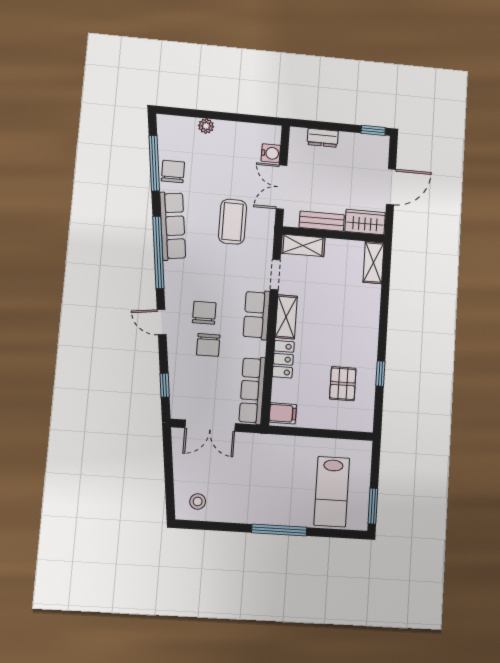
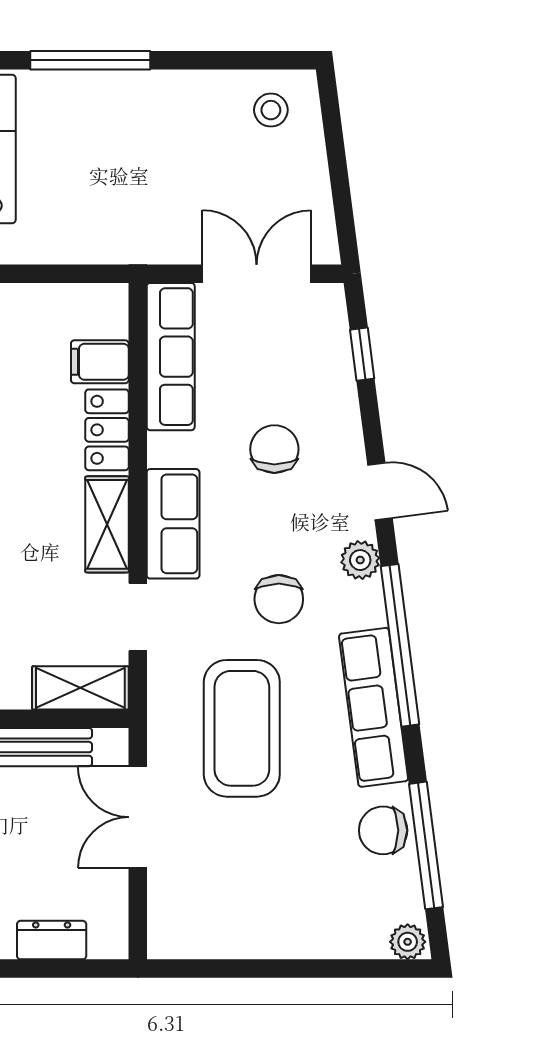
plant: (206, 126) -> (408, 942), moved
water cooler: (271, 153) -> (167, 893), removed
chair: (173, 171) -> (383, 830), turned 90
double door: (281, 187) -> (138, 817), swing flipped
coffee table: (233, 222) -> (242, 728), width x1.36, depth x1.32
plant: (173, 292) -> (360, 560), added
chair: (204, 313) -> (279, 599), moved
filing cabinet: (283, 413) -> (100, 362), moved

